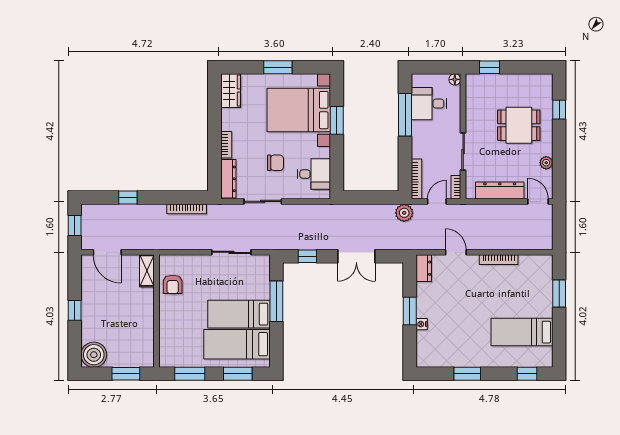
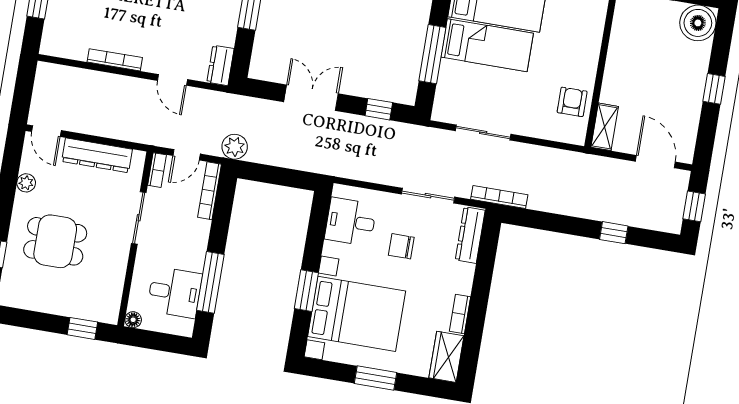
bookcase: (226, 145) -> (460, 314), moved
bookcase: (187, 209) -> (499, 197), moved

